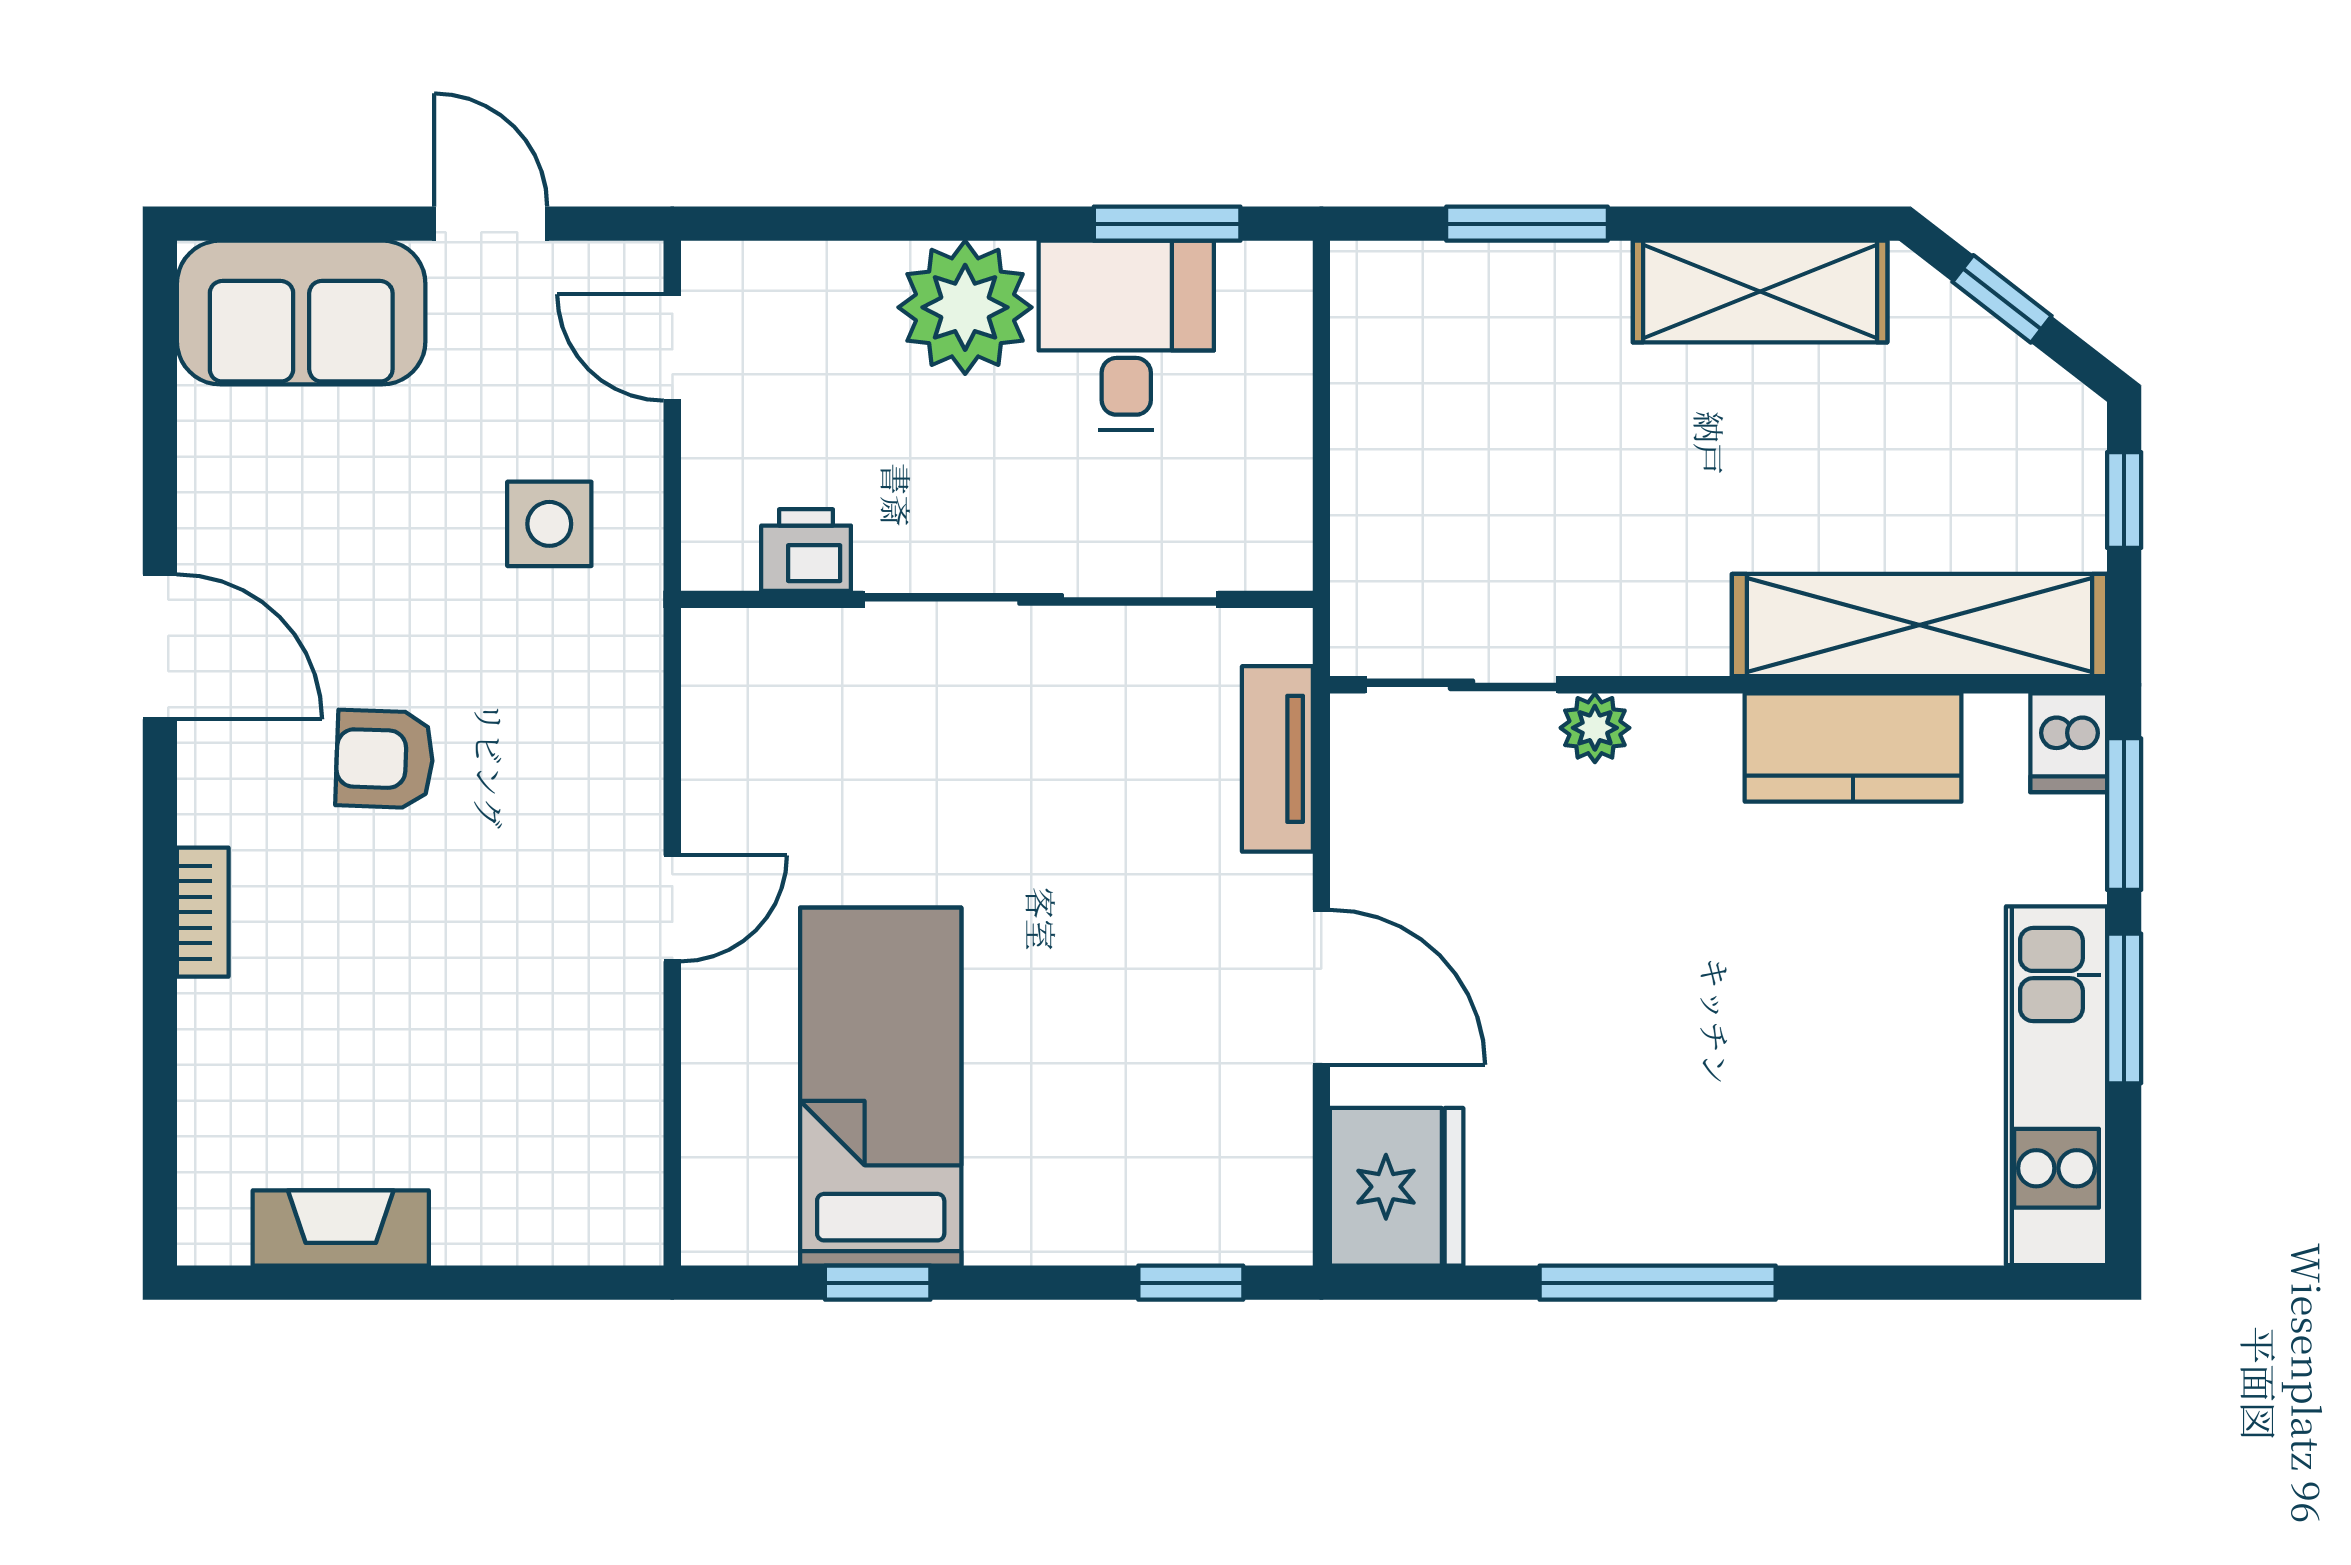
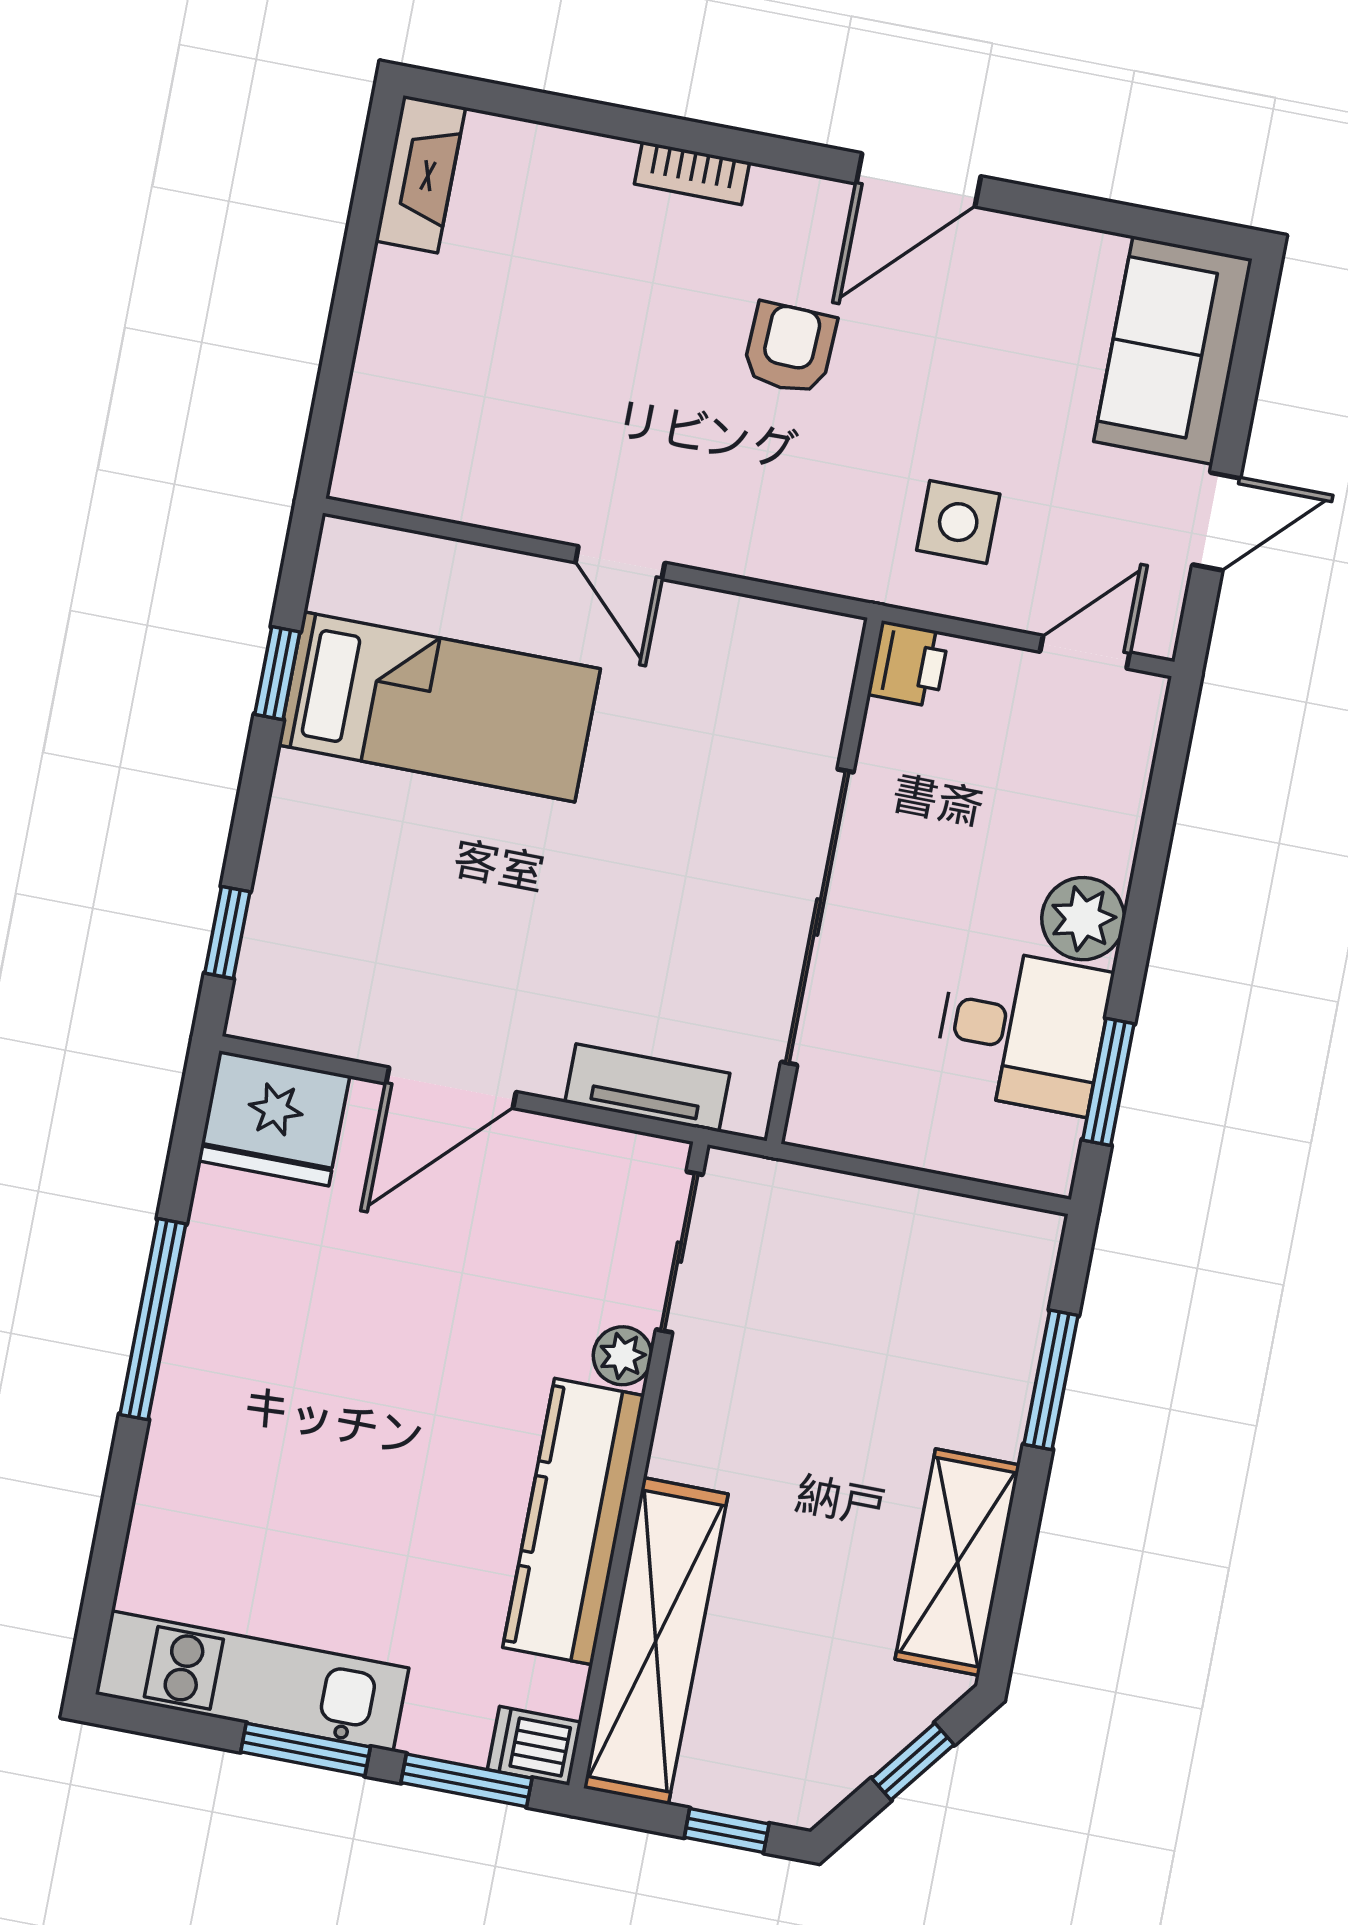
plant: (965, 307) -> (1083, 919), width x0.73, depth x0.73
printer: (806, 550) -> (908, 664), moved
kitchen counter: (1853, 748) -> (574, 1522), width x1.50
fireplace: (341, 1228) -> (420, 174), moved

